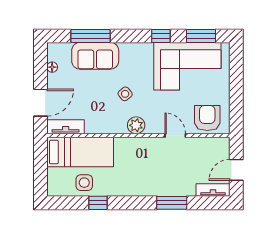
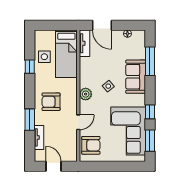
sofa: (95, 56) -> (136, 77), moved
armchair: (147, 173) -> (51, 102), added
tv unit: (213, 190) -> (39, 137), moved

